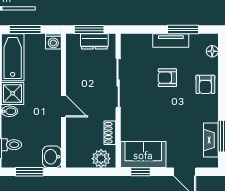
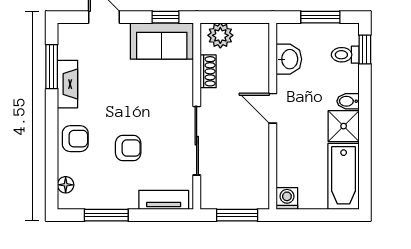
window: (25, 30) -> (326, 215), removed
tv unit: (171, 40) -> (164, 200), moved
dresser: (94, 41) -> (230, 198), removed
armchair: (205, 84) -> (75, 139), turned 90
fireplace: (211, 140) -> (68, 84), moved
washbasin: (52, 157) -> (289, 59), moved

